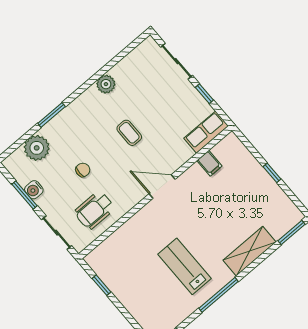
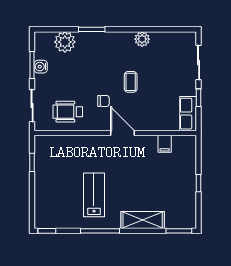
row of seats: (206, 132) -> (188, 114), moved, turned -90
chair: (83, 170) -> (103, 101), moved

